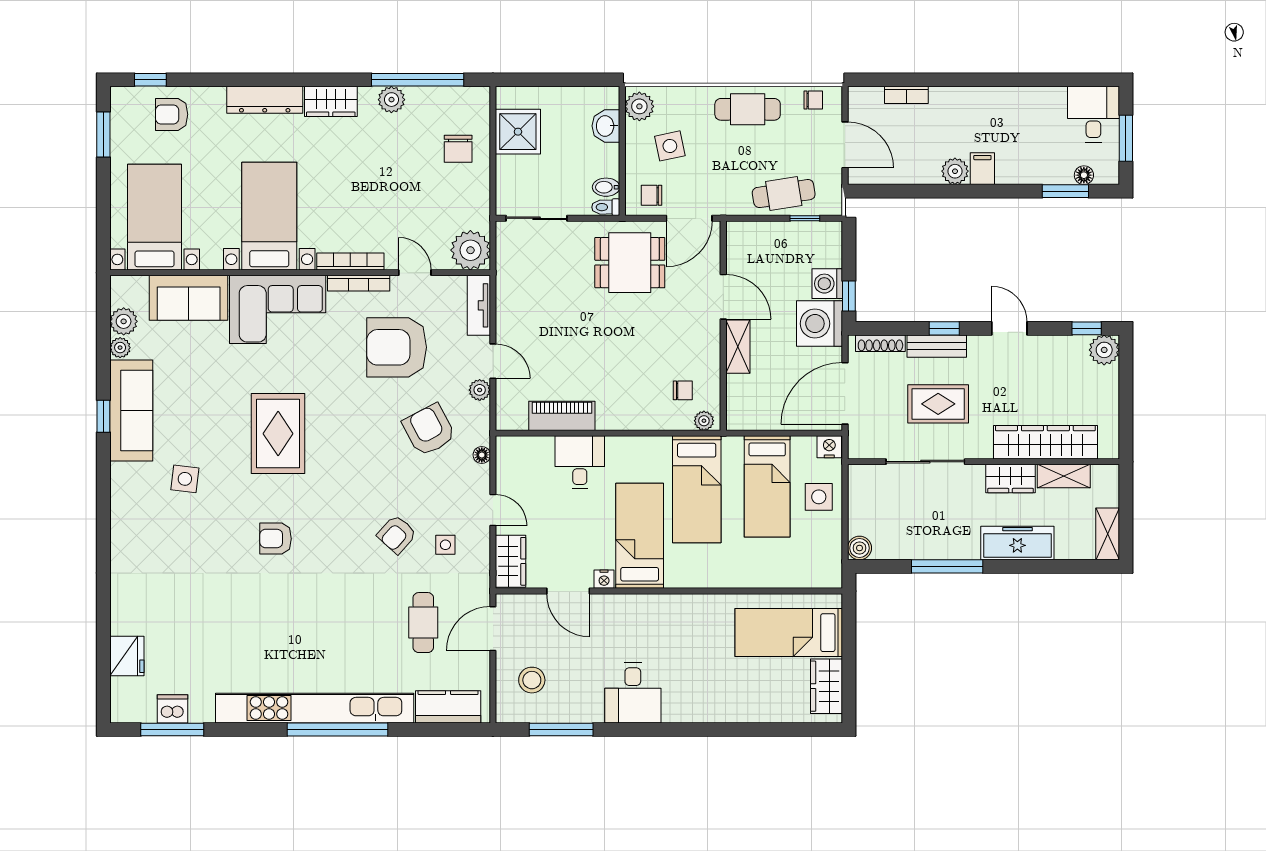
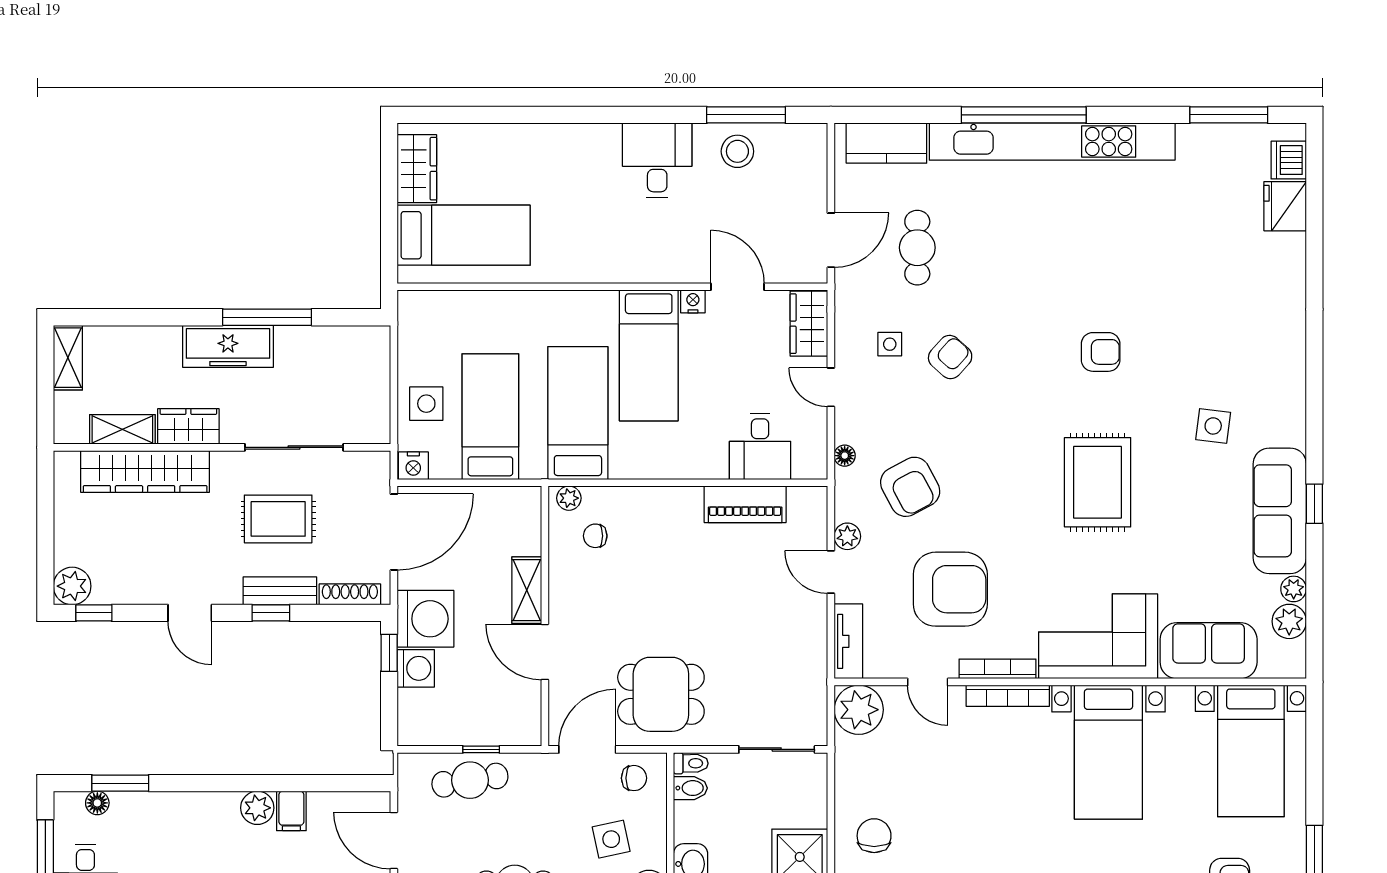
filing cabinet: (982, 169) -> (291, 811), moved
window: (805, 218) -> (481, 749), moved
desk: (580, 462) -> (760, 447), moved
freezer: (1017, 543) -> (228, 346), moved
boiler: (859, 548) -> (376, 340), removed
stool: (532, 680) -> (737, 151), moved
dishwasher: (172, 709) -> (1289, 160), moved, turned 90

